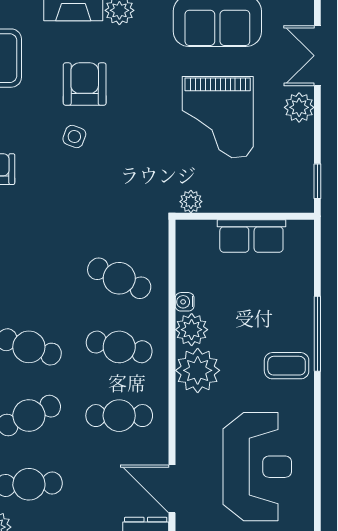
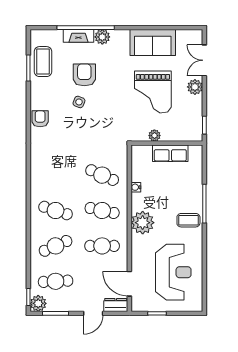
plant: (191, 202) -> (154, 136), moved
plant: (192, 330) -> (139, 202), removed

